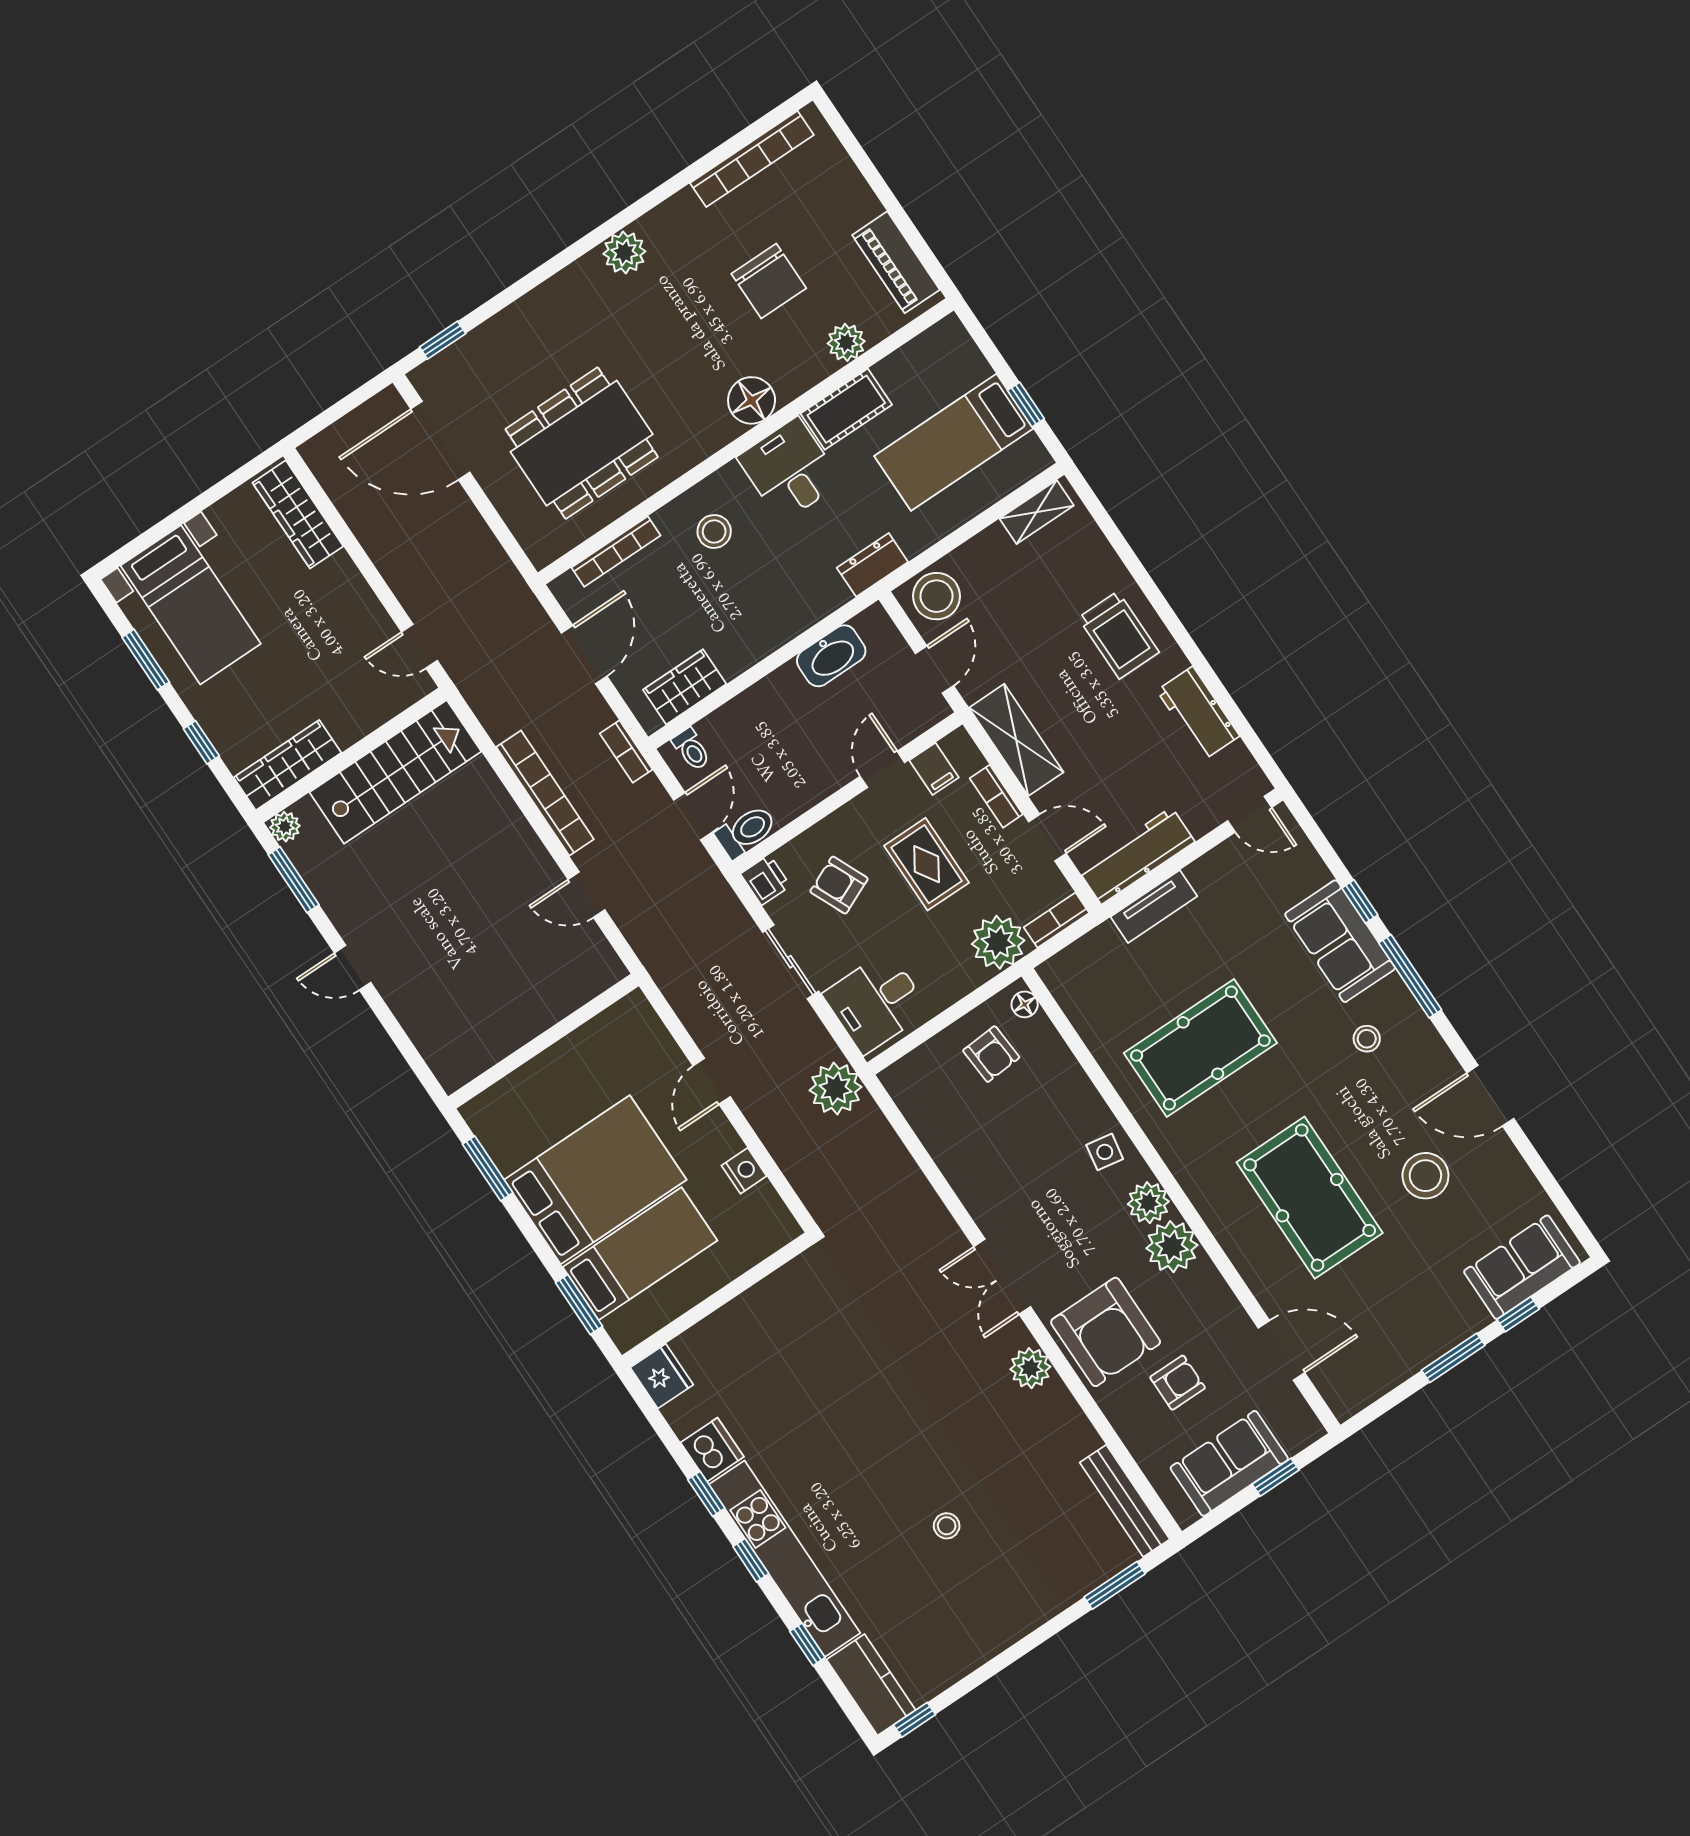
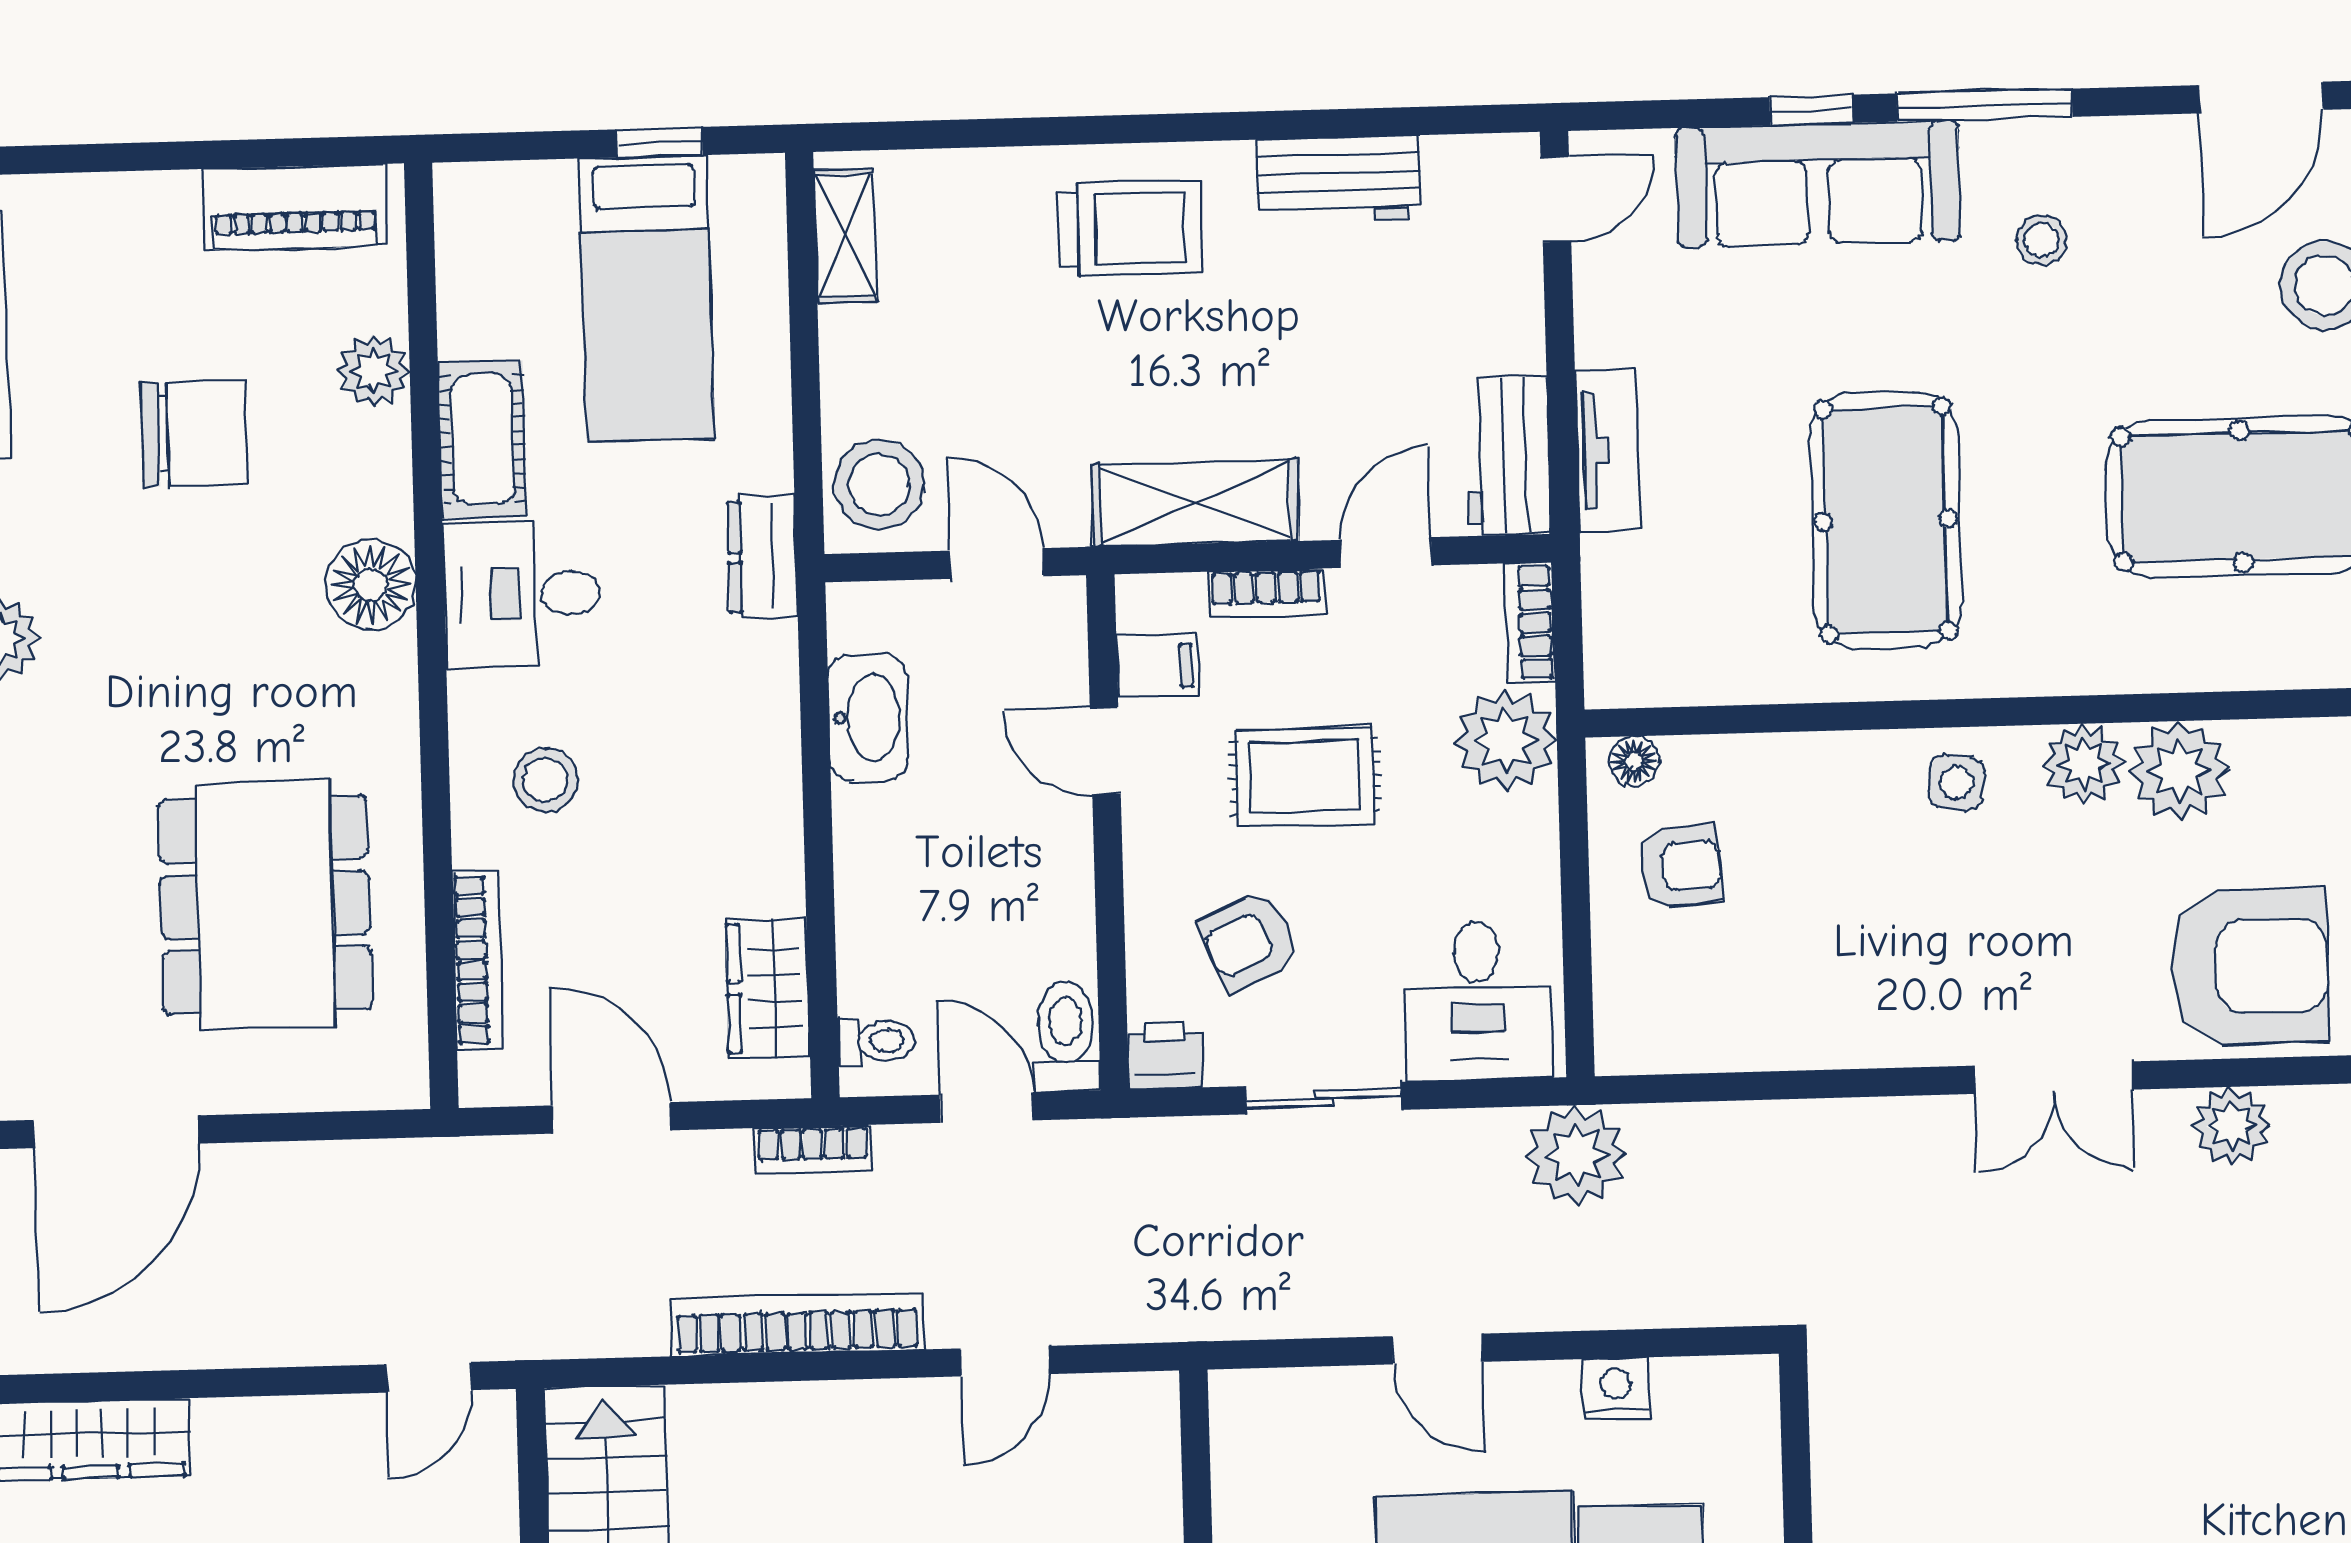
workbench: (1136, 856) -> (1508, 456), width x0.73
sofa: (1340, 941) -> (1818, 184), width x1.36

